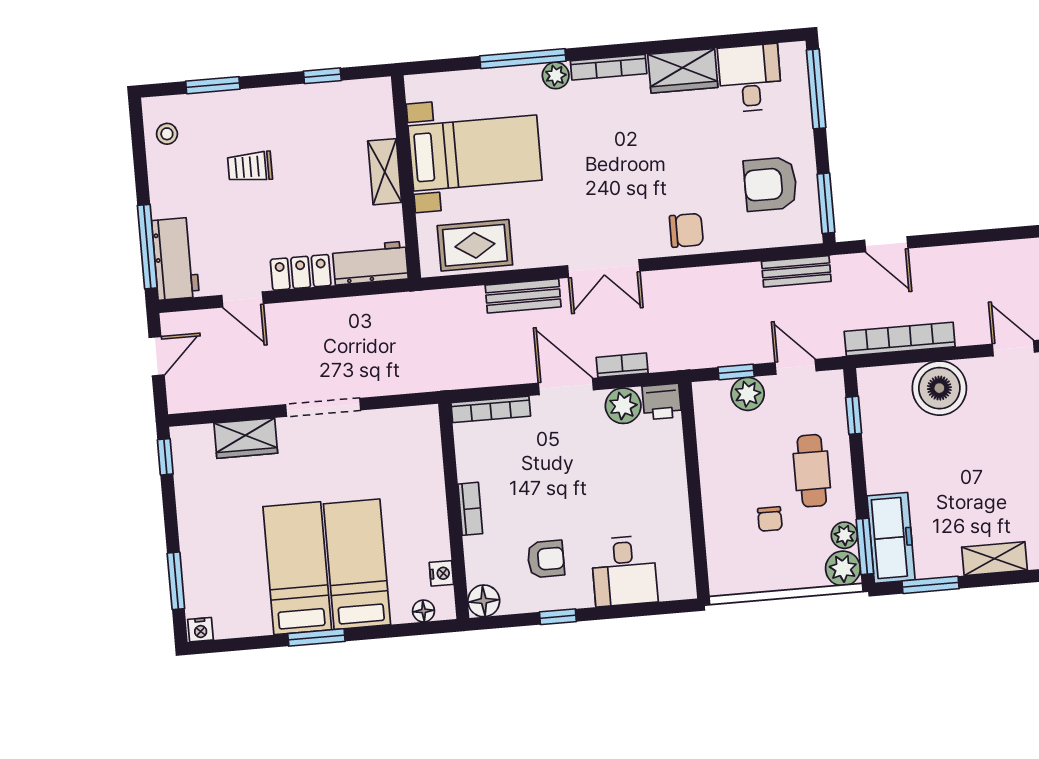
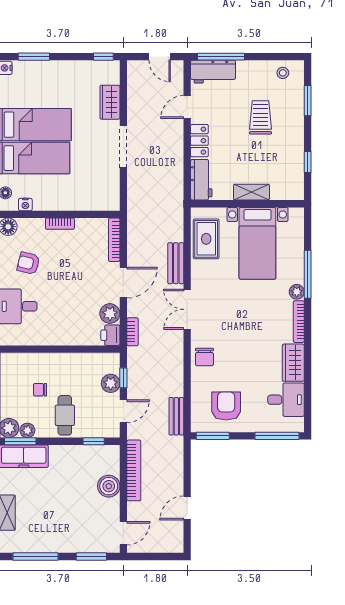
trolley: (250, 167) -> (261, 117), width x1.36, depth x1.39
door: (886, 244) -> (187, 508), moved
bookcase: (622, 365) -> (133, 332), moved
boiler: (939, 388) -> (109, 486), width x0.73, depth x0.73
cafe table: (812, 471) -> (65, 415), turned 90
armchair: (546, 559) -> (28, 263), turned 104

